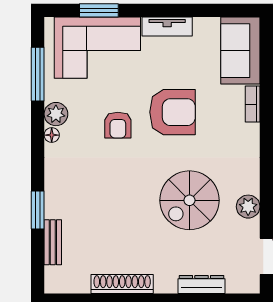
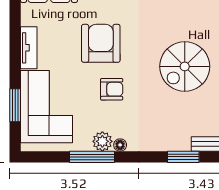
window: (38, 74) -> (92, 157), moved
spiral stairs: (189, 200) -> (185, 66), moved, turned 90

